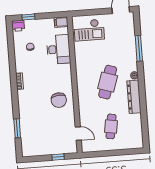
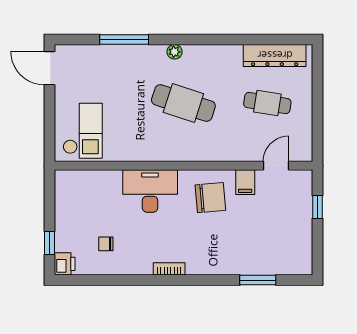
filing cabinet: (61, 22) -> (245, 182), moved
desk: (59, 49) -> (150, 191), moved
dresser: (134, 97) -> (275, 55), moved

